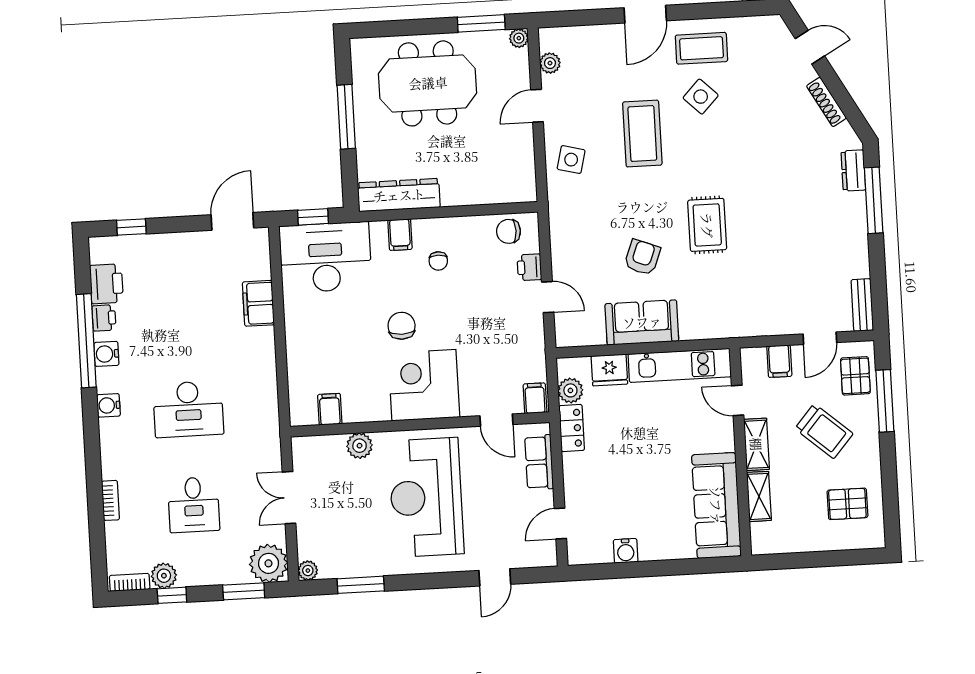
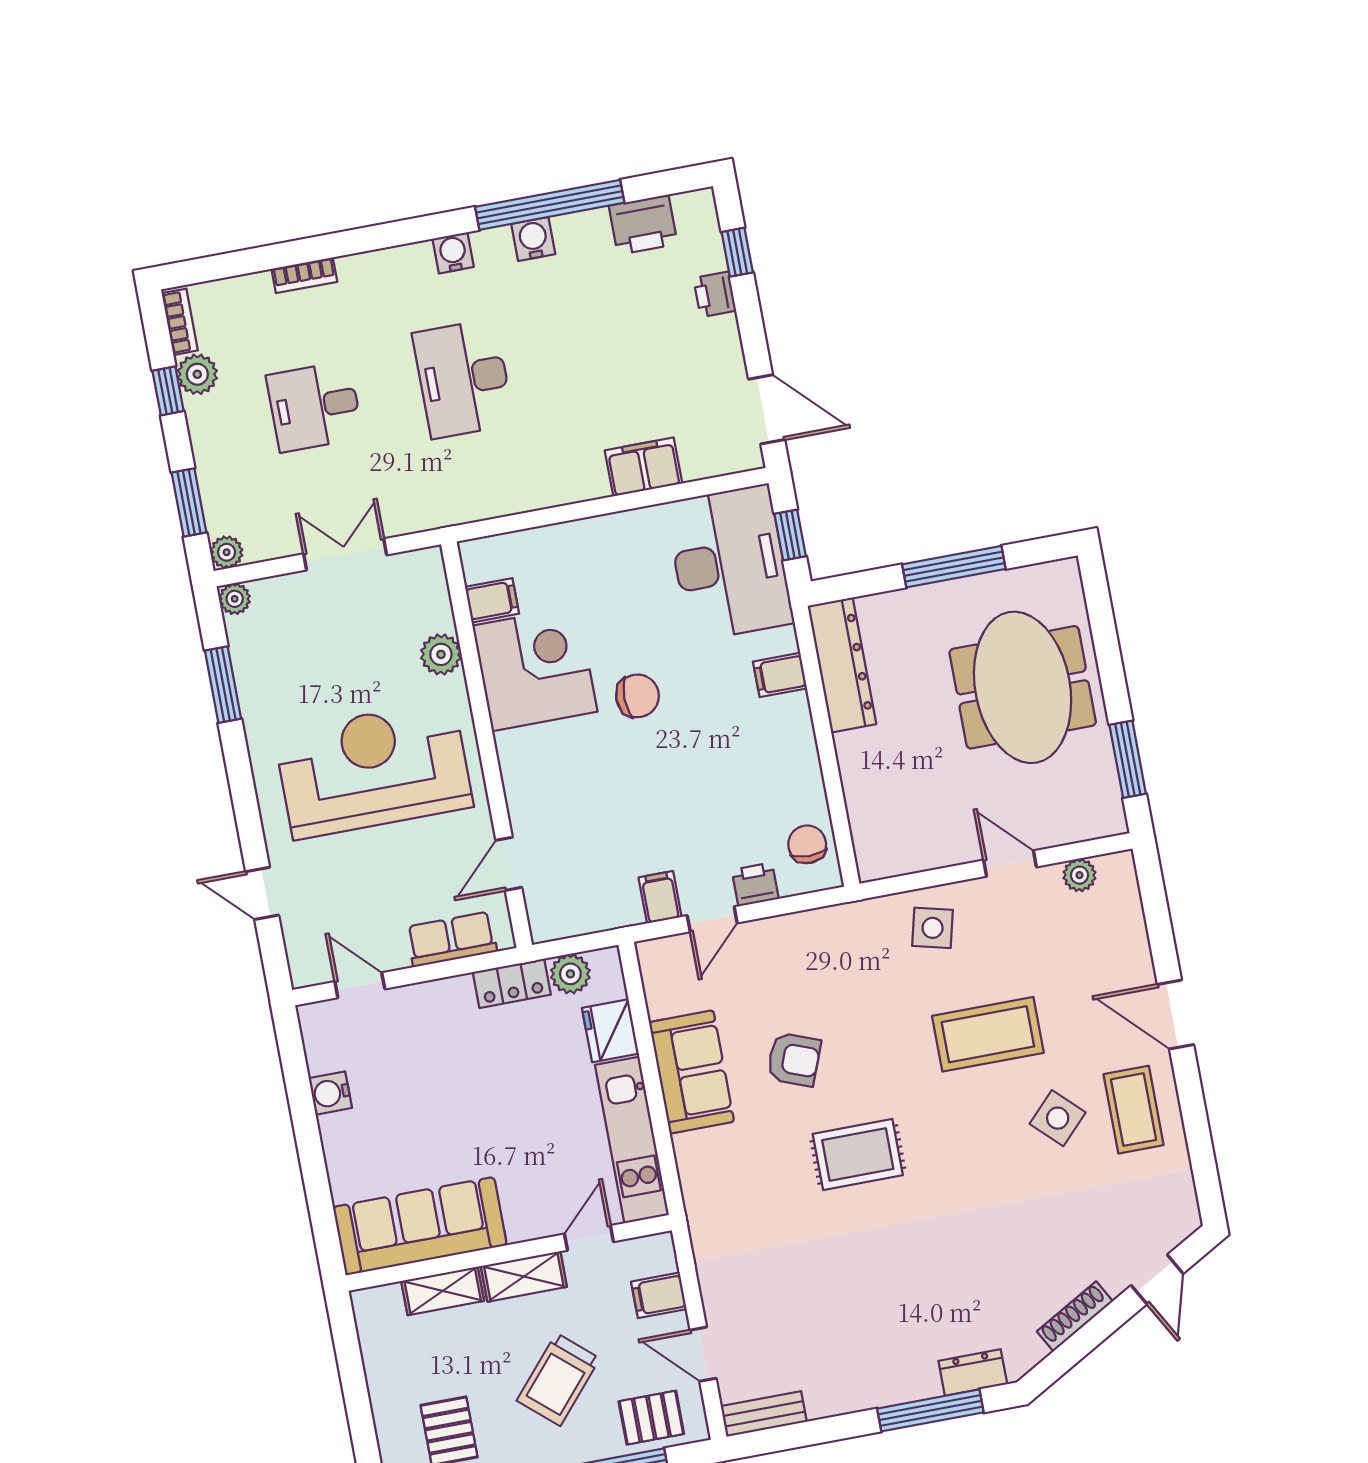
plant: (519, 38) -> (1112, 821), removed
chair: (438, 261) -> (747, 740), removed
printer: (104, 318) -> (715, 294), moved, turned 90
corner desk: (424, 385) -> (535, 669), moved
filing cabinet: (535, 398) -> (660, 897), moved, turned -90
plant: (268, 563) -> (227, 552), width x0.53, depth x0.53

